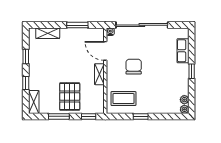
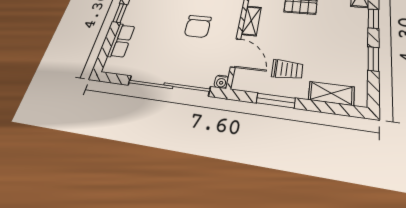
trolley: (73, 44) -> (287, 69), added

